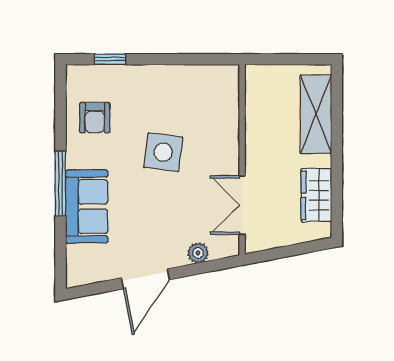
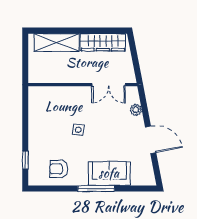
armchair: (95, 118) -> (59, 169), turned 180
side table: (163, 152) -> (78, 130), width x0.54, depth x0.54
wardrobe: (316, 195) -> (103, 42), width x1.50

